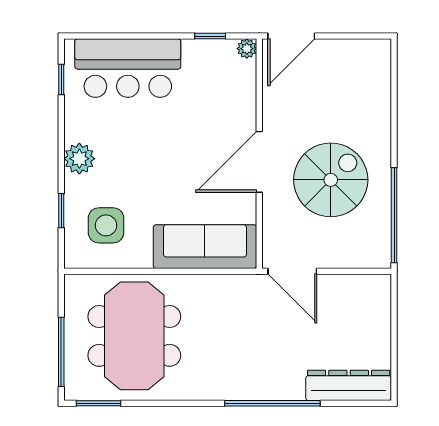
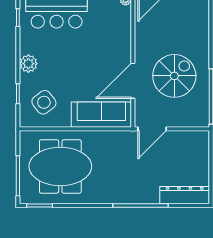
door: (259, 162) -> (133, 81), moved
side table: (106, 225) -> (44, 102), turned -38
door: (292, 271) -> (152, 129), hinge flipped
meeting table: (134, 336) -> (60, 166), turned 90

